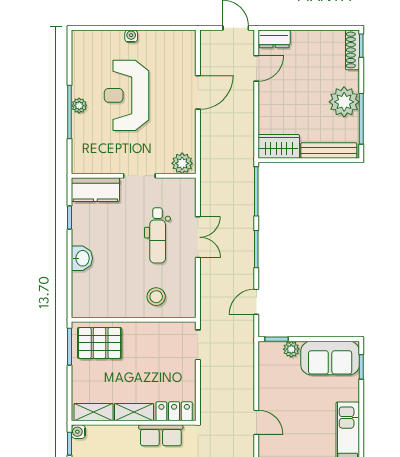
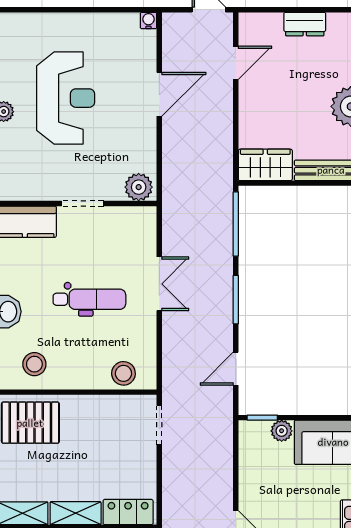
water cooler: (131, 36) -> (149, 21), moved
dresser: (274, 39) -> (305, 24), moved
reception desk: (126, 95) -> (66, 98), turned 180
dental chair: (158, 235) -> (89, 299), moved, turned -90
stool: (156, 297) -> (123, 373), moved
stool: (103, 298) -> (34, 364), added

